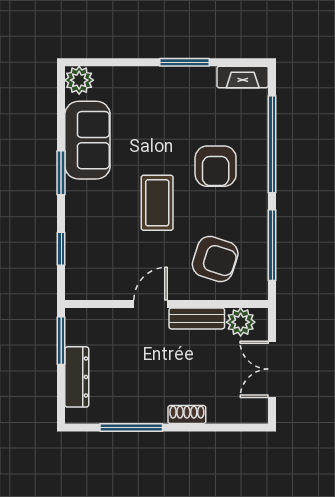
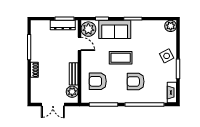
side table: (153, 90) -> (167, 56), added
sofa: (87, 140) -> (115, 29), moved
armchair: (215, 259) -> (98, 81), turned 72
plant: (87, 282) -> (88, 29), added
door: (150, 304) -> (79, 44), moved
double door: (272, 369) -> (53, 105), swing flipped
dresser: (77, 377) -> (63, 25), moved

